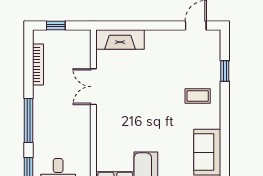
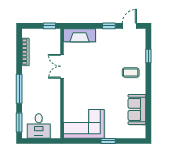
window: (56, 25) -> (49, 26), moved
window: (165, 25) -> (109, 26), added

